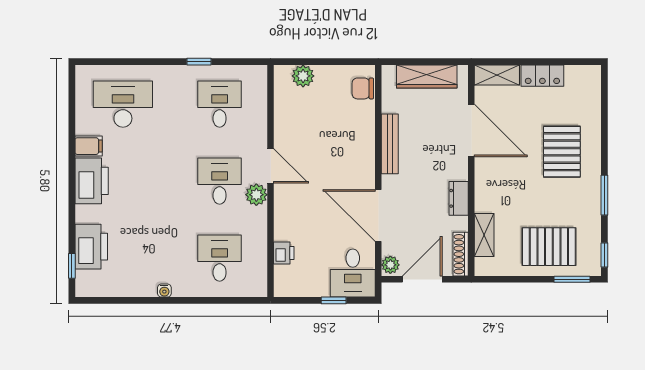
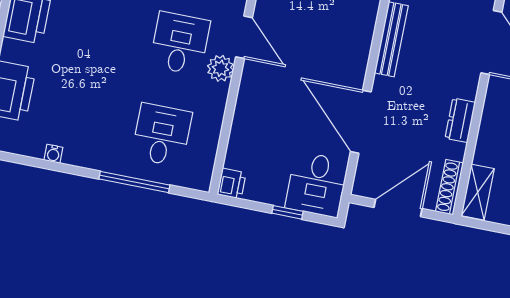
shelving: (484, 235) -> (478, 192), moved
printer: (284, 253) -> (232, 184), moved
plant: (390, 265) -> (364, 183), removed
water cooler: (164, 291) -> (53, 154), moved
window: (205, 300) -> (134, 182), added

